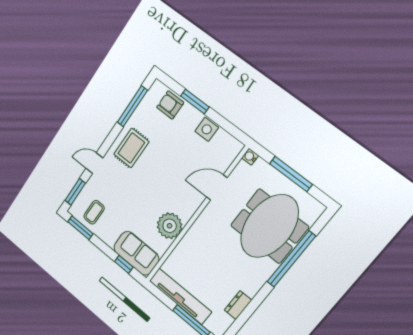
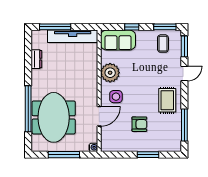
armchair: (170, 105) -> (139, 124), moved
side table: (207, 129) -> (116, 97), moved
window: (124, 264) -> (132, 27), moved

